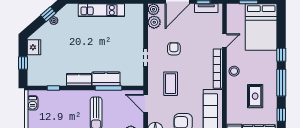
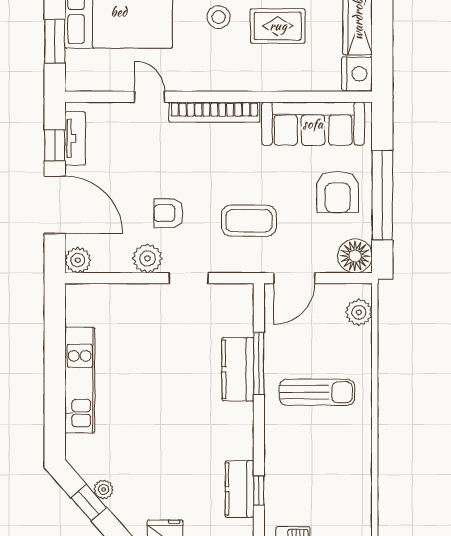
plant: (154, 22) -> (147, 258), moved
stool: (234, 71) -> (219, 17), moved
kitchen counter: (79, 80) -> (240, 489), moved

